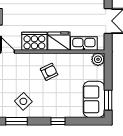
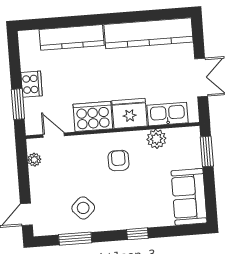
plant: (98, 59) -> (156, 139), moved
armchair: (49, 72) -> (118, 161), turned -64
window: (108, 100) -> (207, 151), moved

